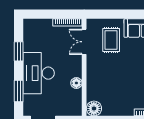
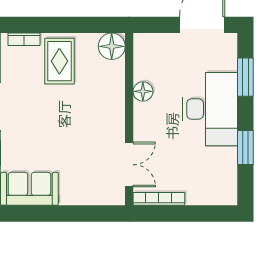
rug: (111, 40) -> (59, 61), moved

